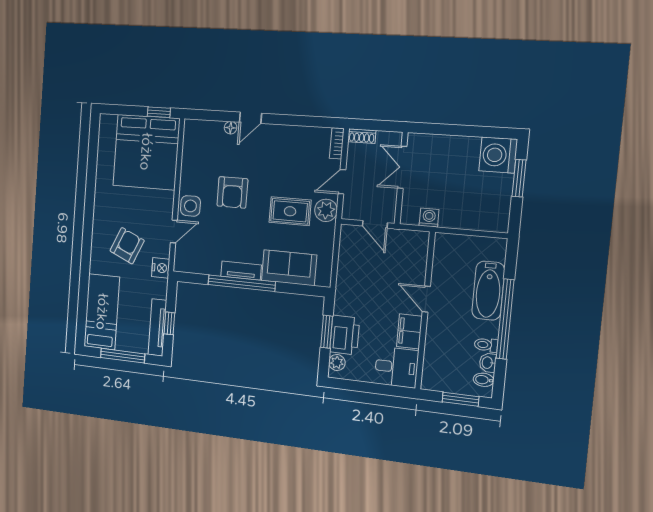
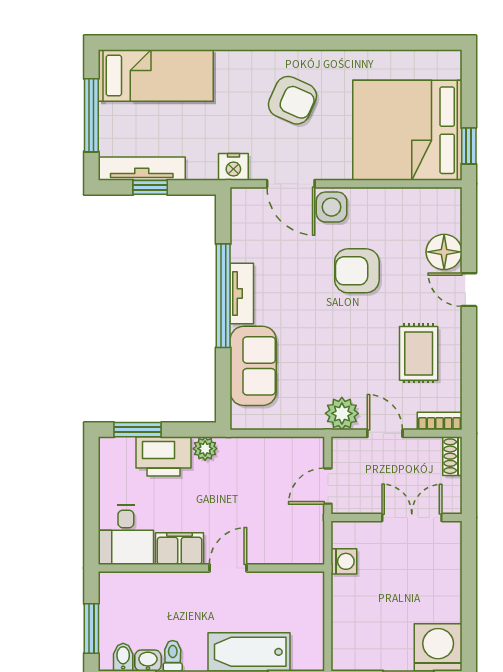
floor lamp: (231, 128) -> (444, 252), width x1.89, depth x1.89
rug: (290, 211) -> (419, 353), moved
door: (174, 231) -> (291, 184), width x1.37
armchair: (127, 246) -> (292, 100), moved
window: (327, 332) -> (138, 430), moved
plant: (337, 362) -> (205, 449), moved

